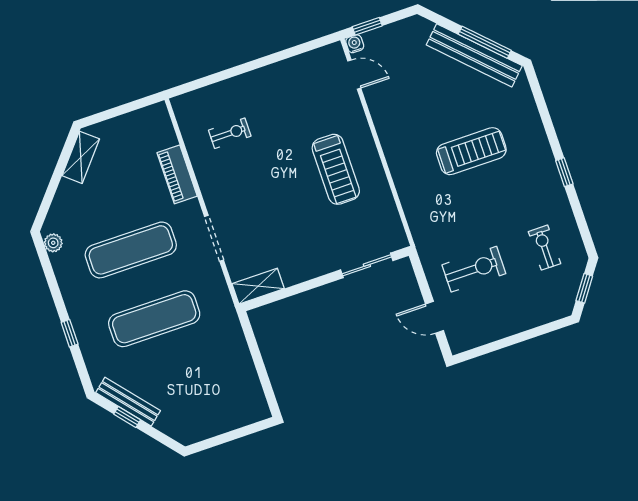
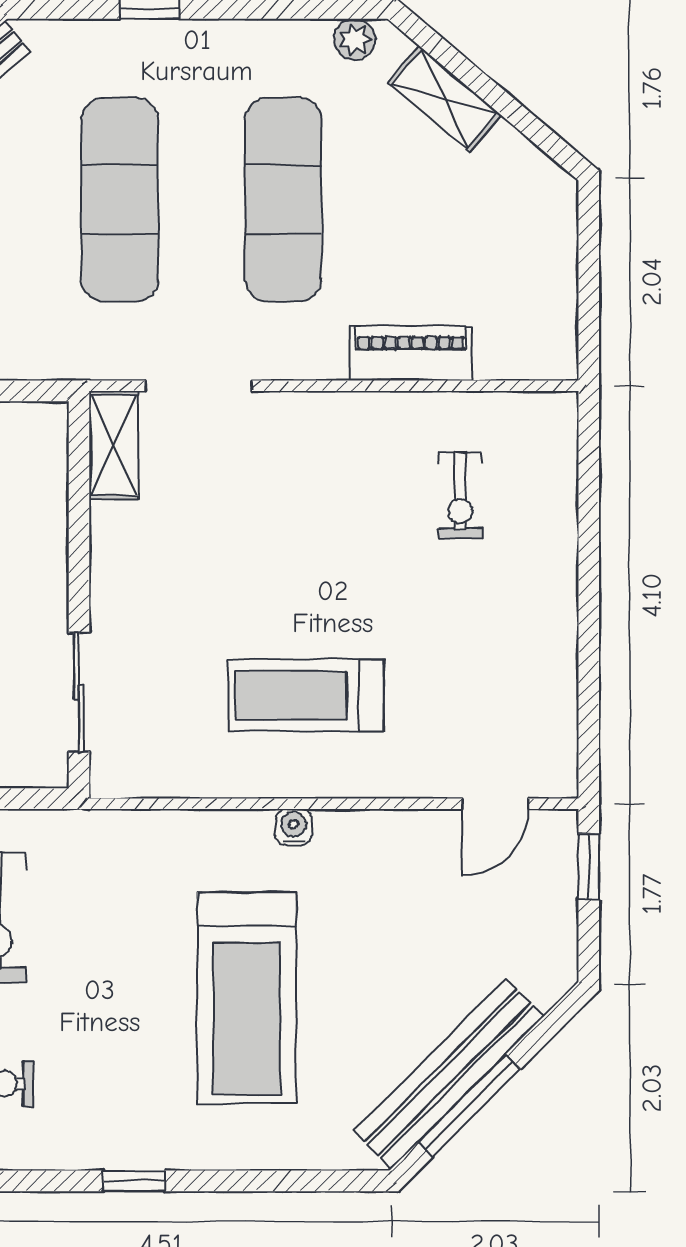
water cooler: (355, 44) -> (294, 827), moved, turned -90
treadmill: (471, 151) -> (247, 998), width x1.37, depth x1.38
shelving: (81, 157) -> (445, 99), moved
doorway: (214, 238) -> (199, 386), moved

